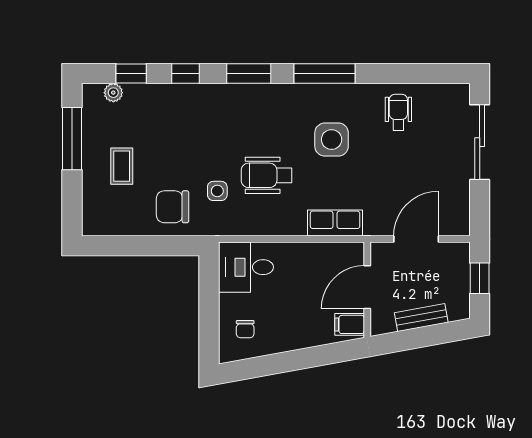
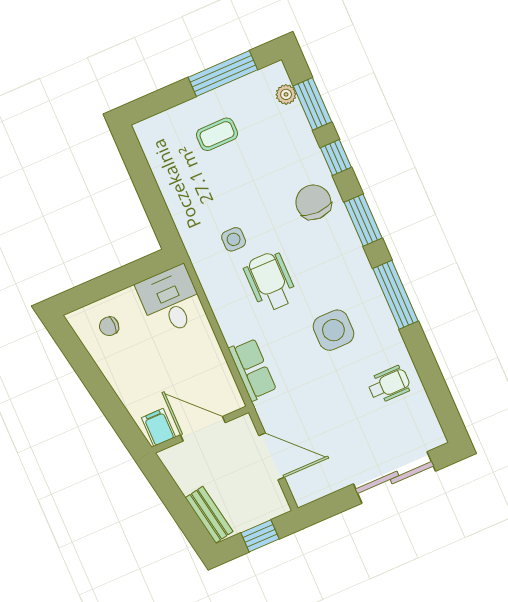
window: (131, 74) -> (313, 104), width x1.50
chair: (173, 207) -> (313, 202), moved
bench: (421, 318) -> (209, 515), moved

